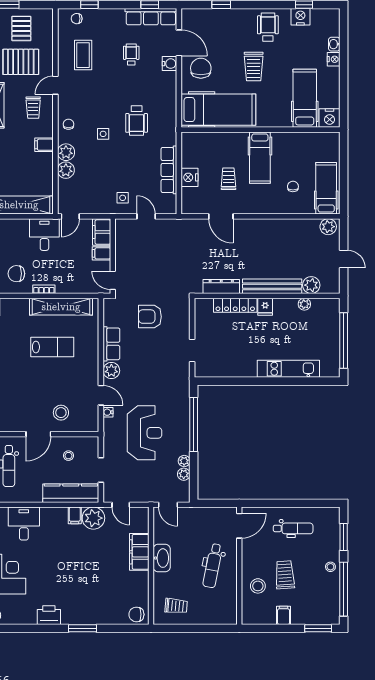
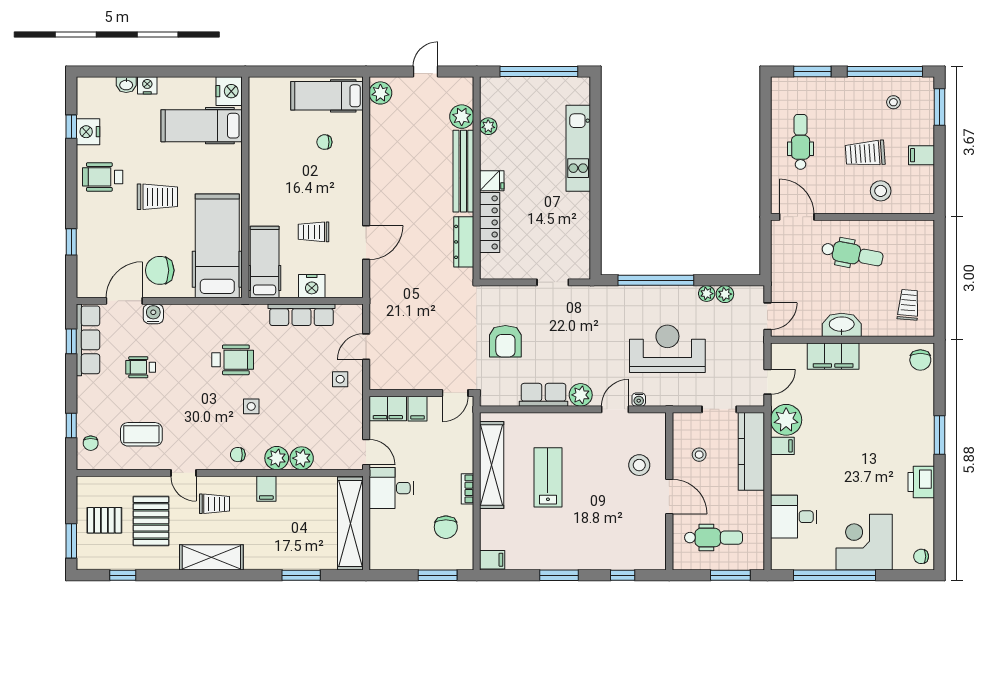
hospital bed: (260, 158) -> (265, 262), moved, turned -90
stool: (330, 567) -> (893, 102), moved

